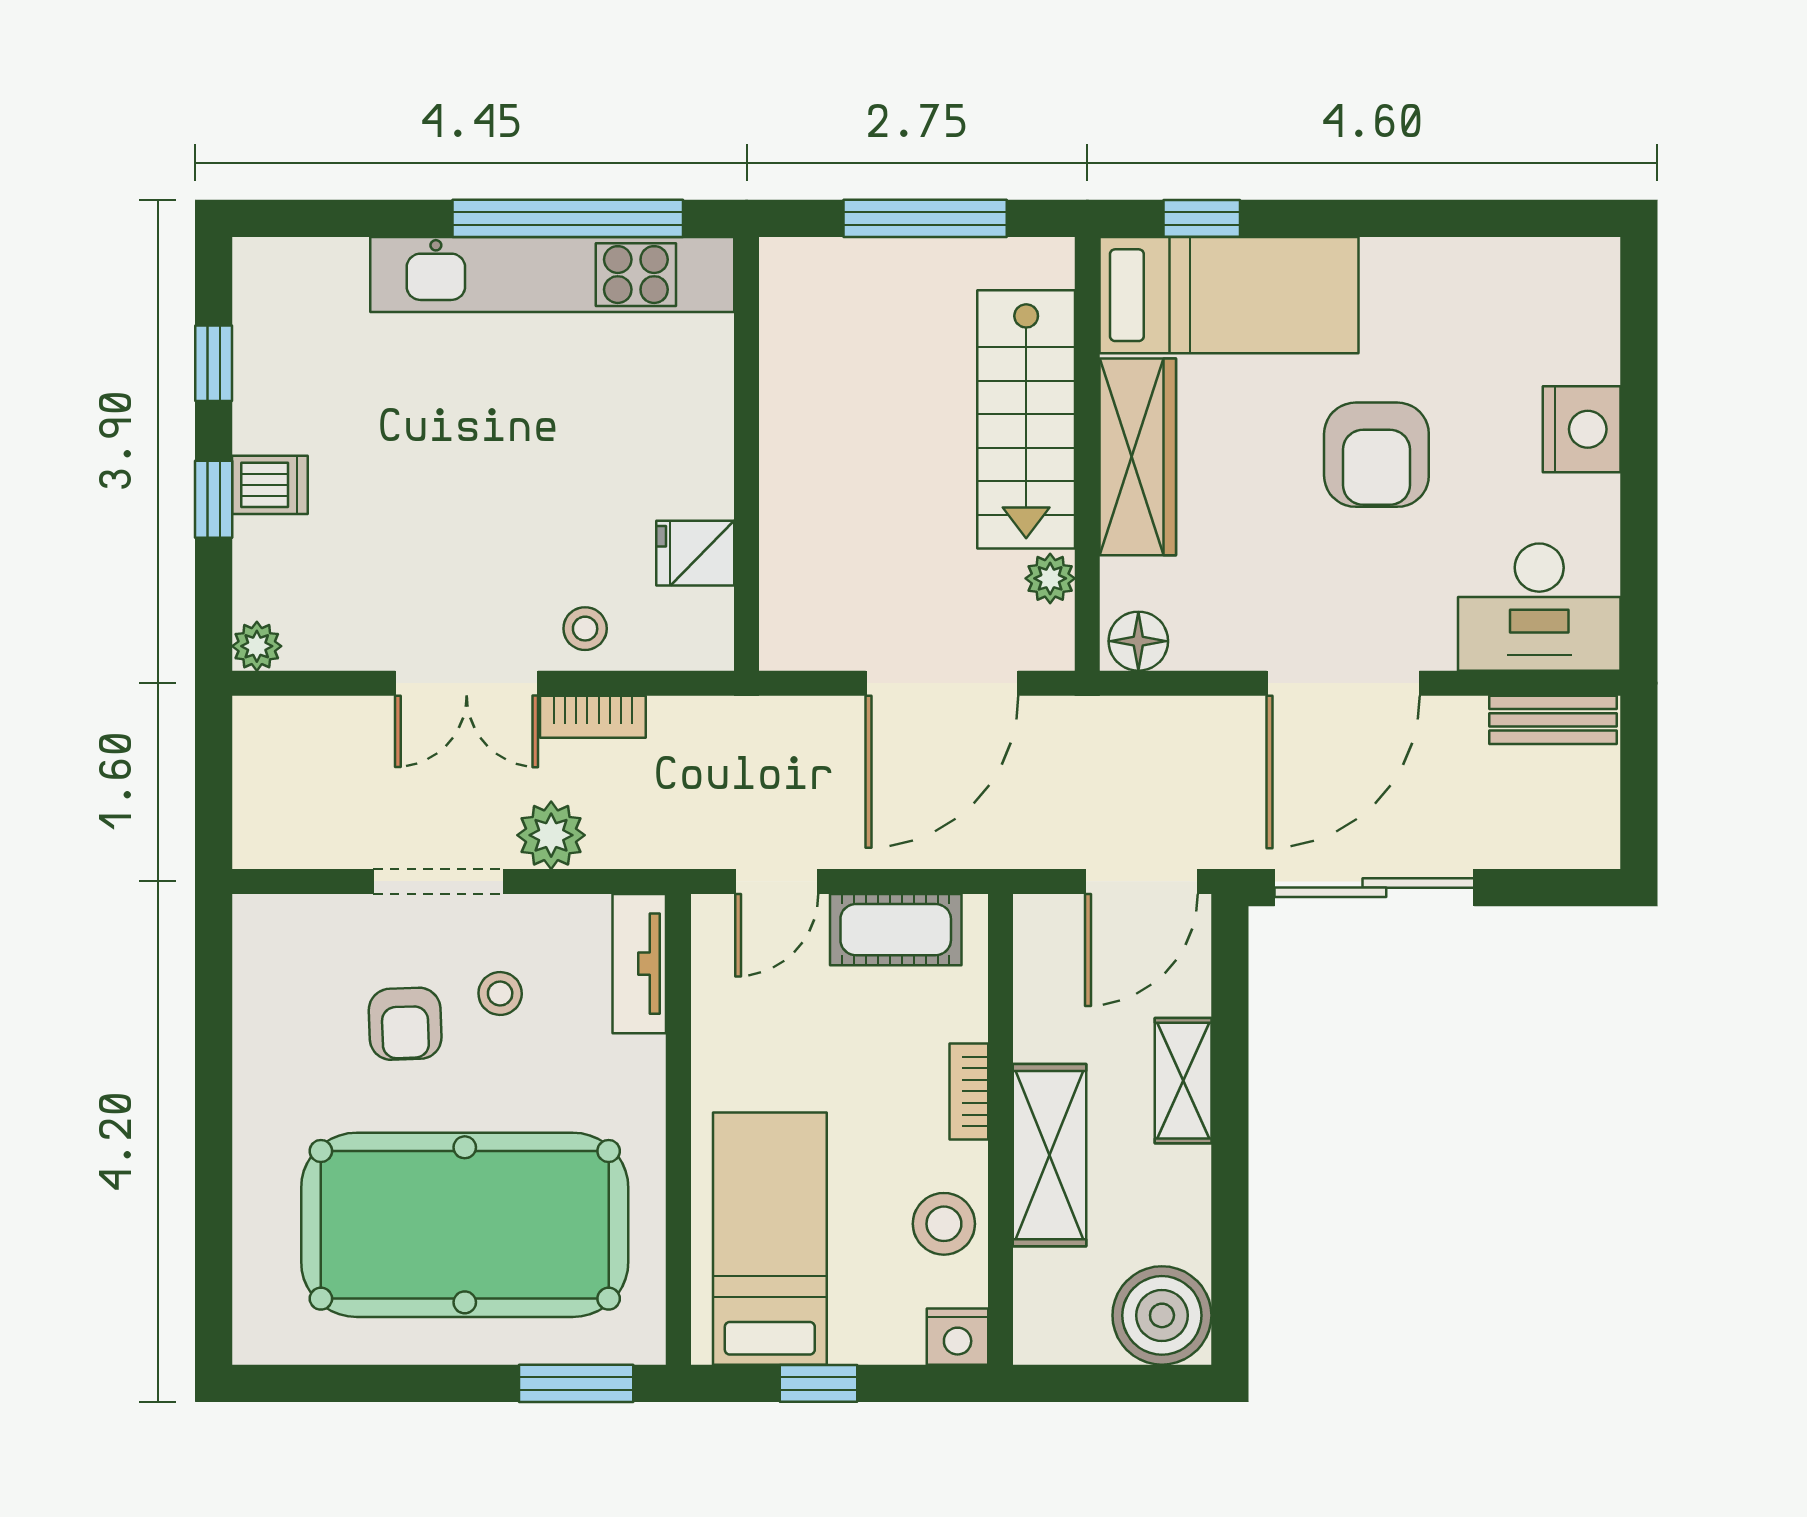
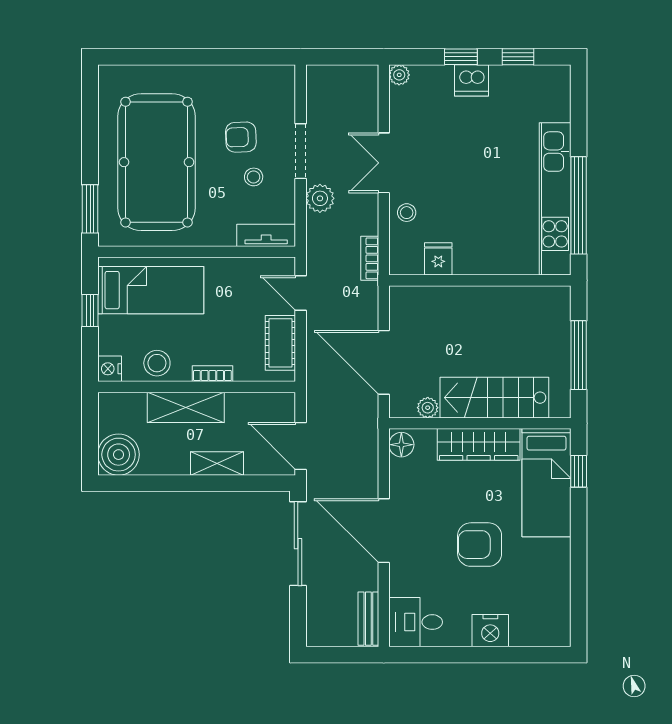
dishwasher: (270, 485) -> (472, 80), width x1.38
desk: (1539, 607) -> (416, 622), width x0.73
bookcase: (593, 717) -> (370, 258), moved

